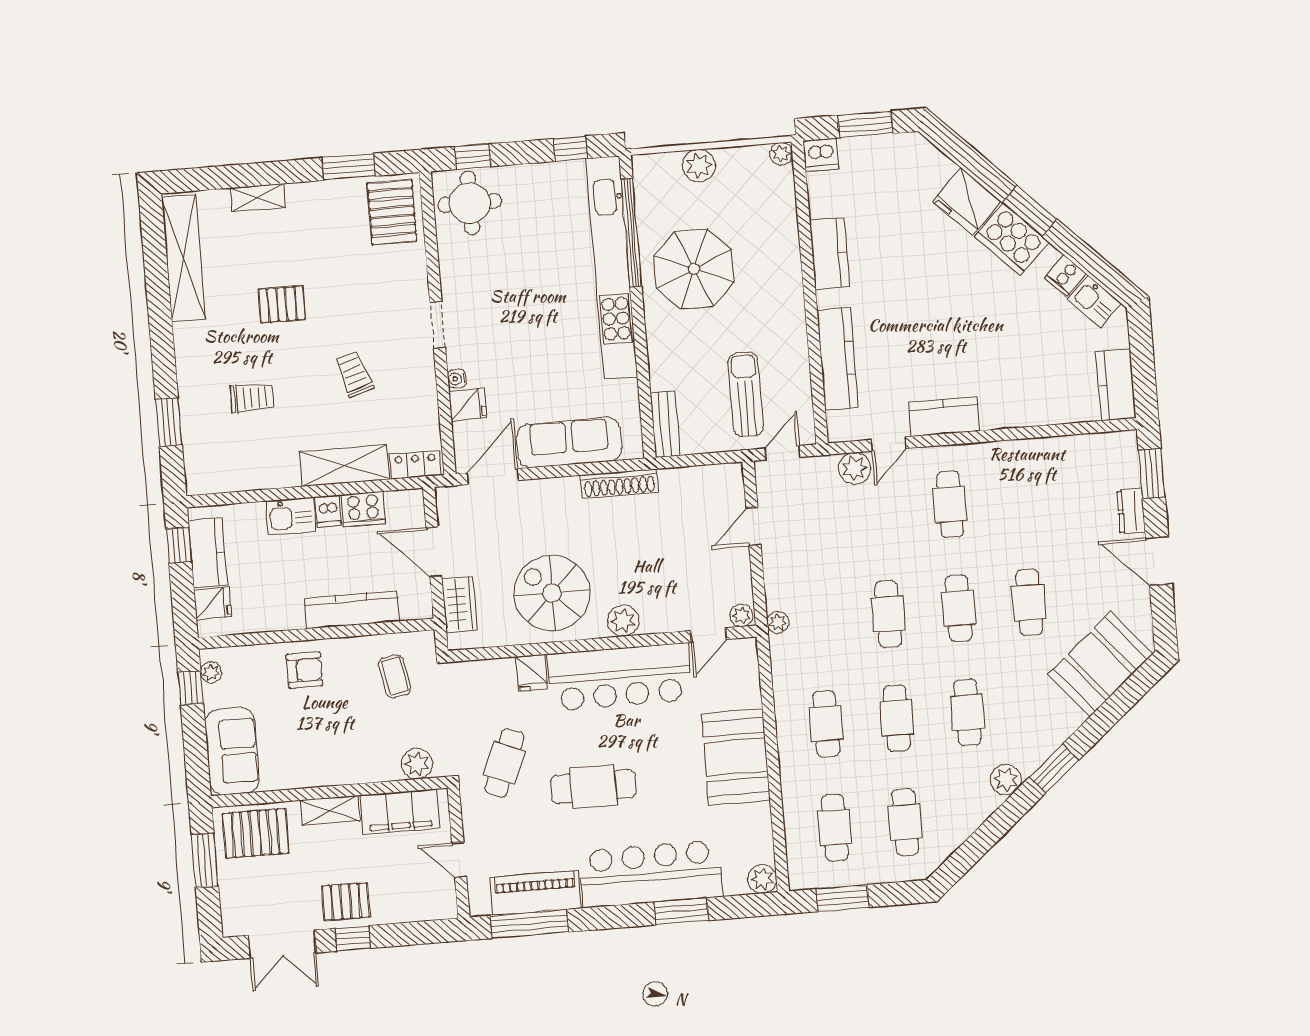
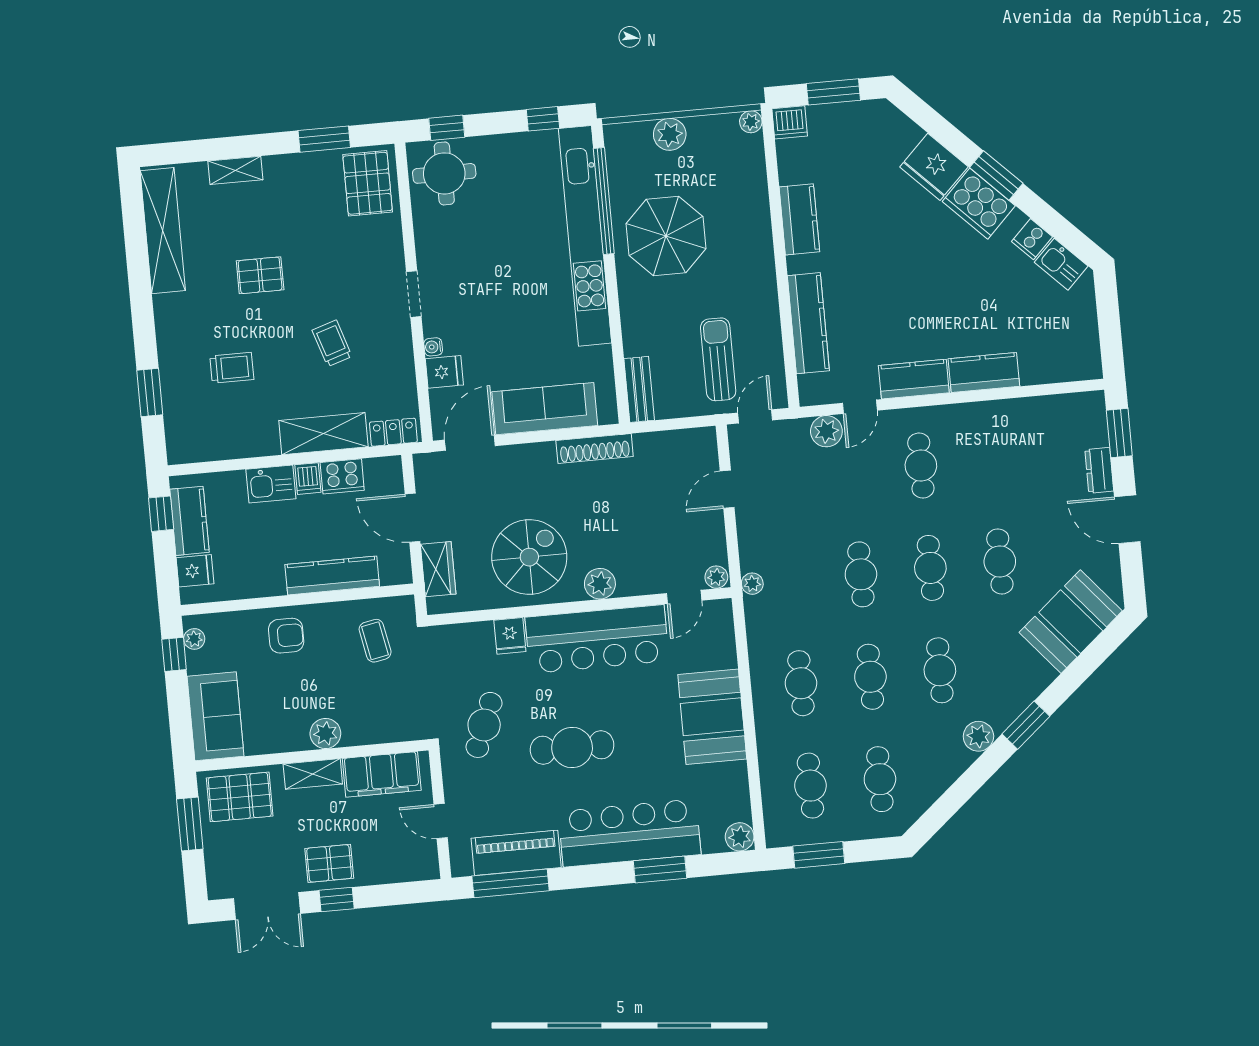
kitchen counter: (1116, 385) -> (984, 373), moved, turned 90
spiral stairs: (552, 593) -> (529, 557), turned 90
plant: (417, 764) -> (325, 734), moved

